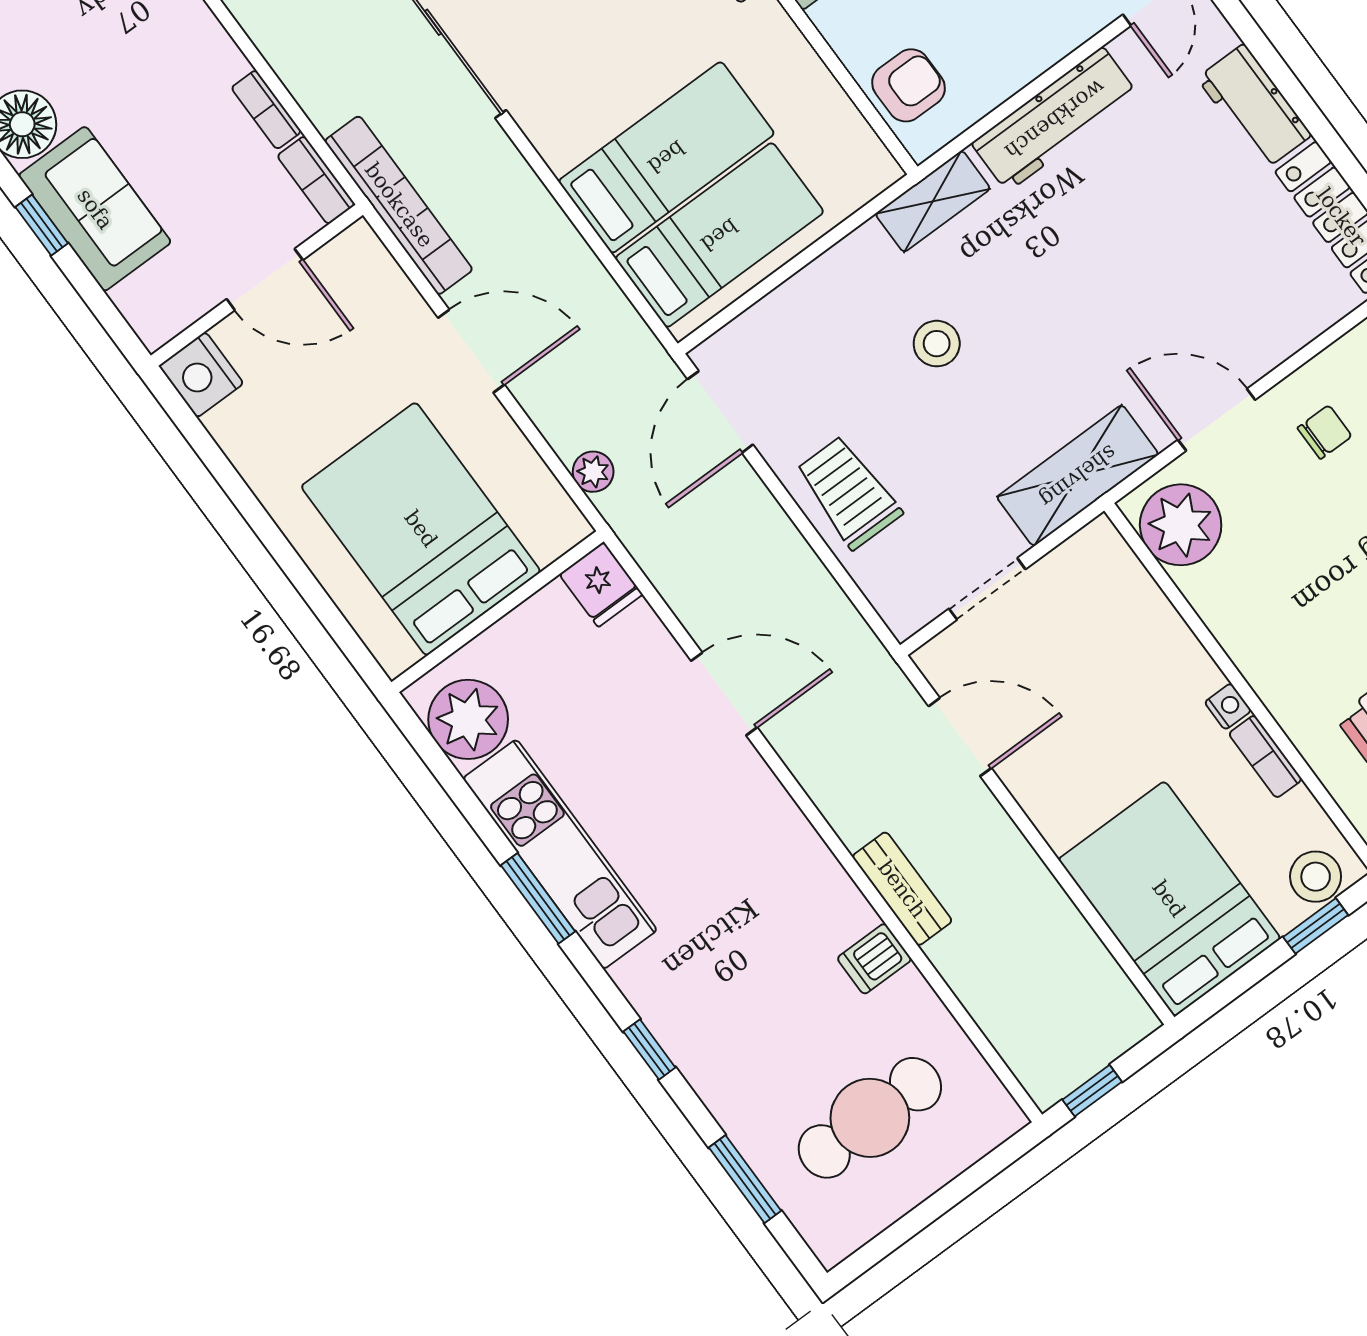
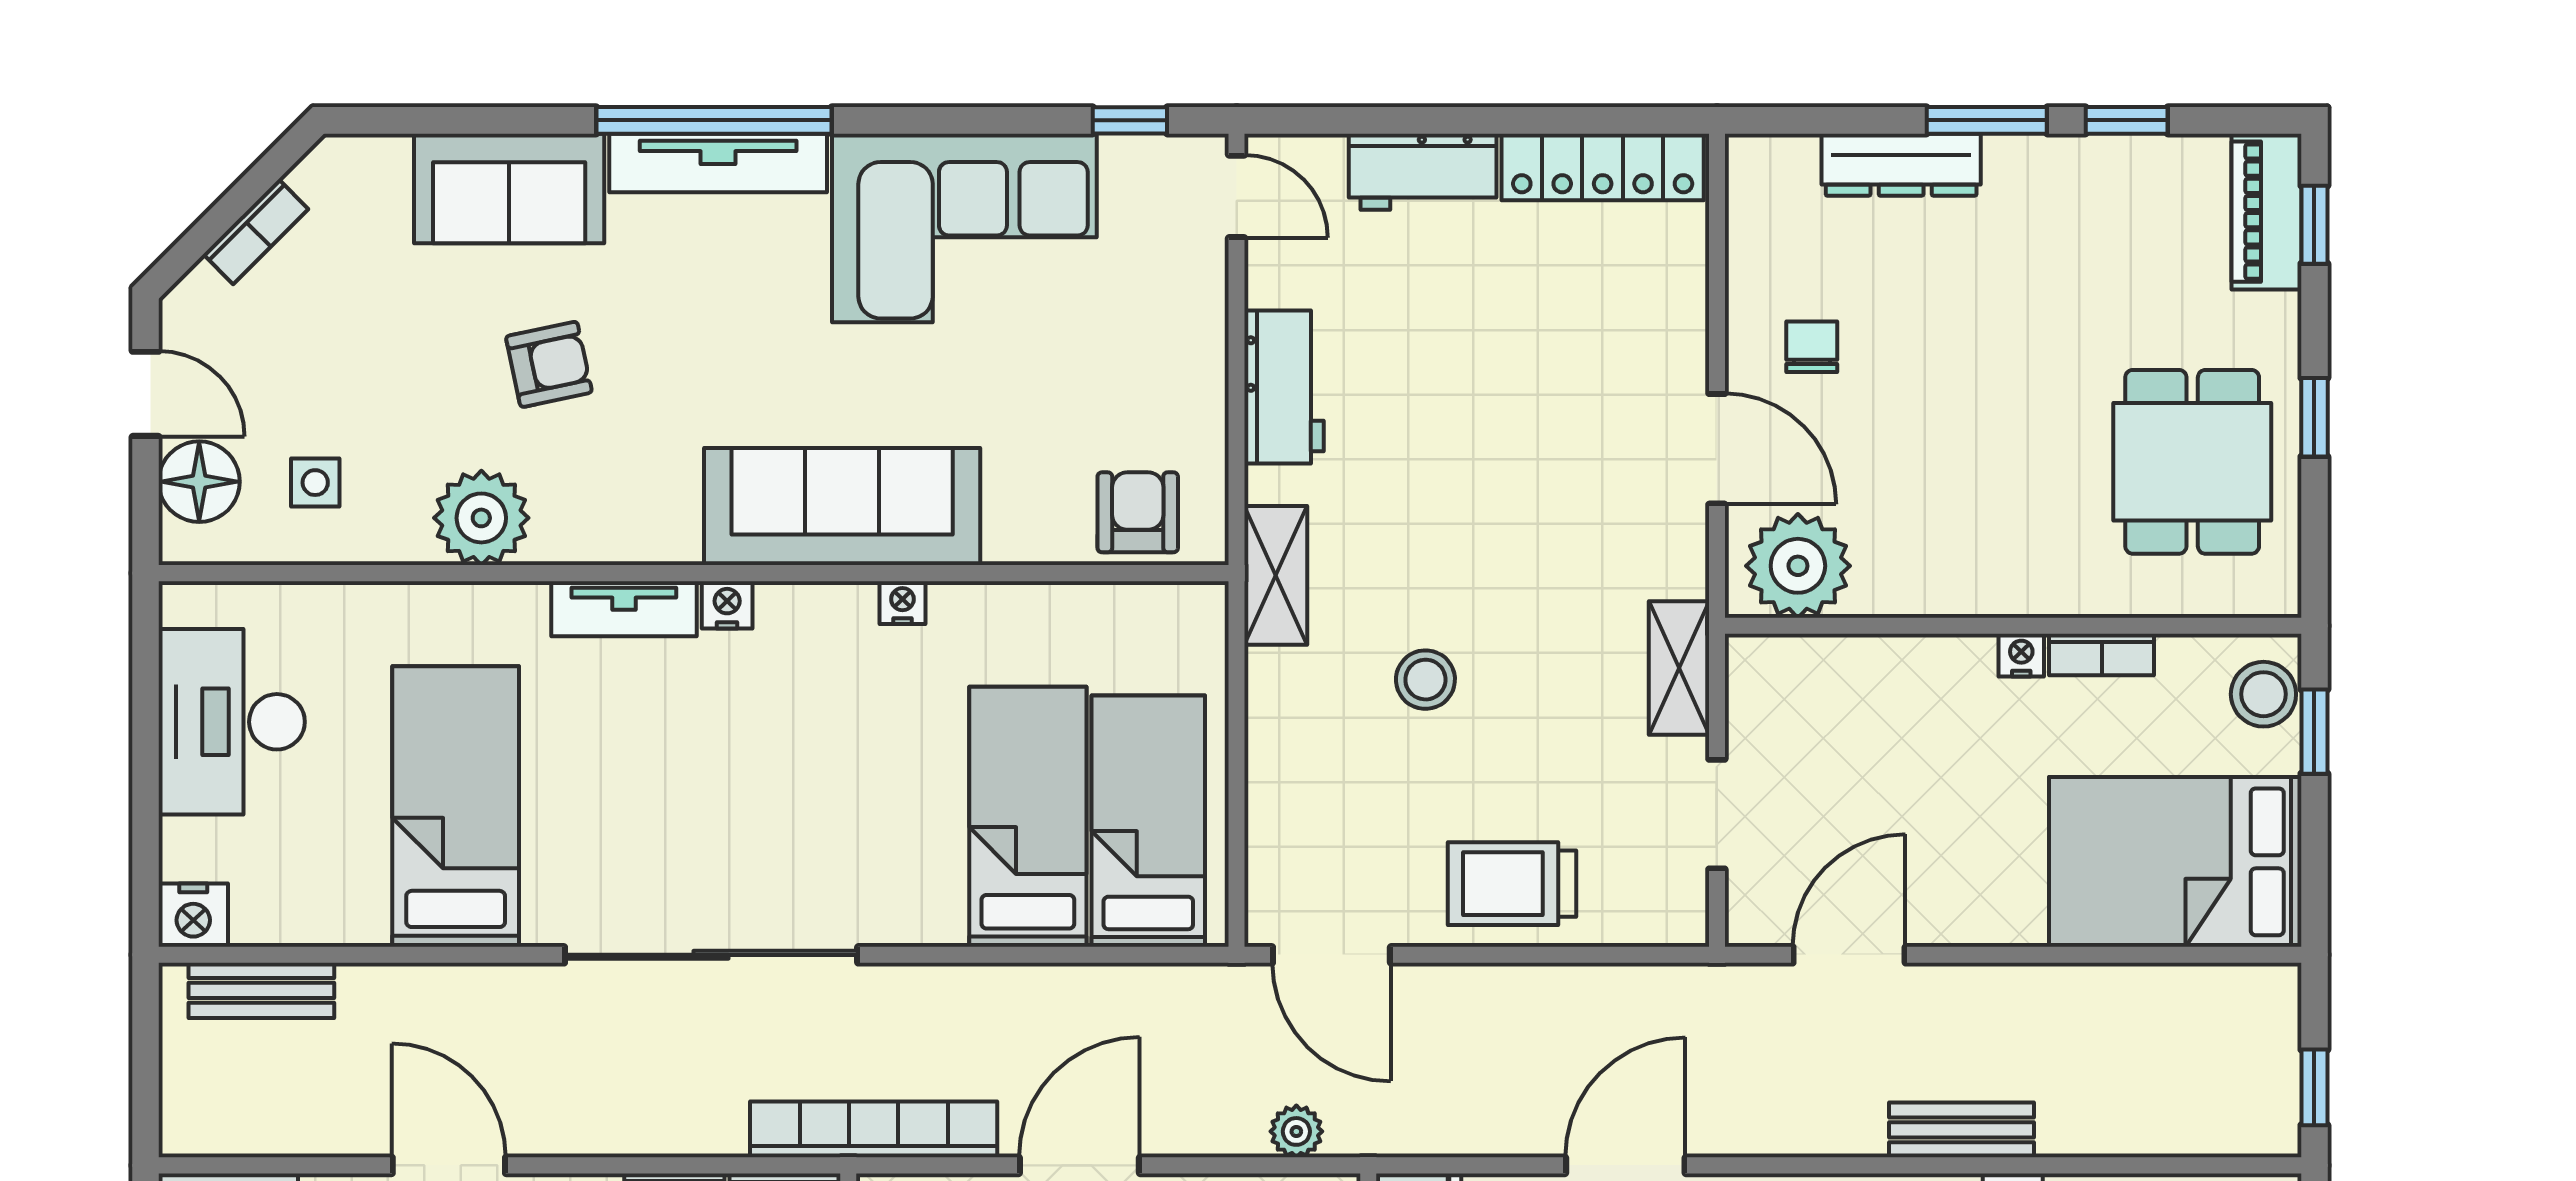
workbench: (1055, 119) -> (1284, 387), width x0.73
door: (1217, 420) -> (1717, 449), swing flipped
shelving: (1078, 476) -> (1679, 668), width x0.67, depth x0.75

